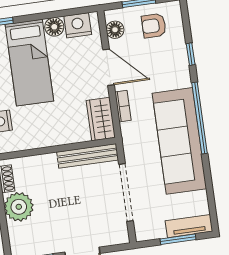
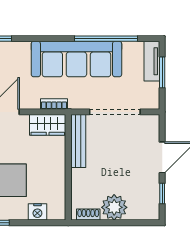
bookcase: (123, 106) -> (54, 104), moved
window: (200, 118) -> (106, 39), moved

